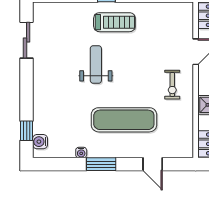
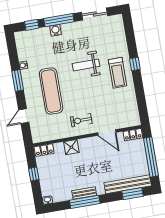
weight bench: (96, 64) -> (86, 65), turned 180
window: (27, 92) -> (59, 20), added
water cooler: (40, 142) -> (56, 30), moved

